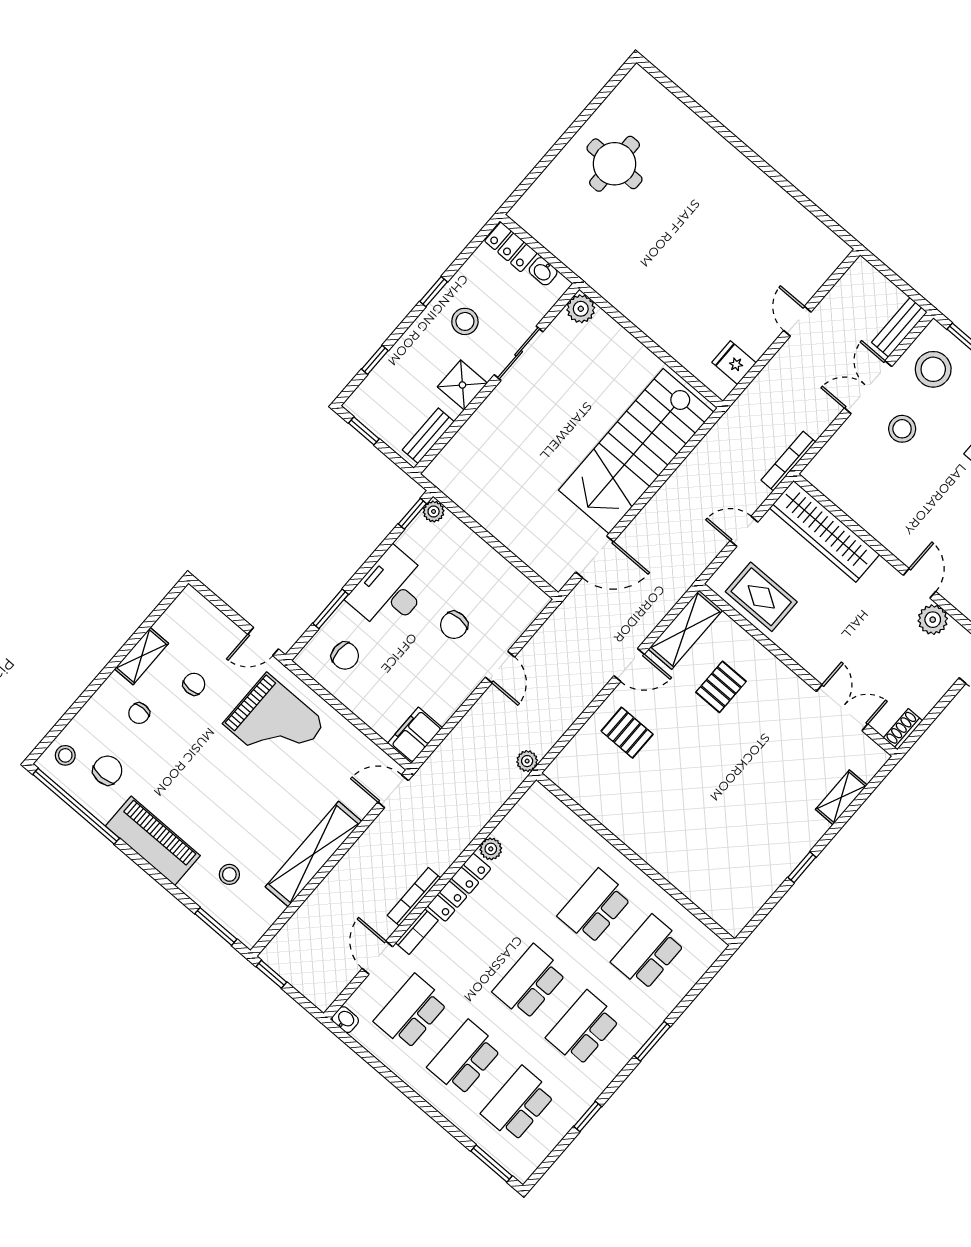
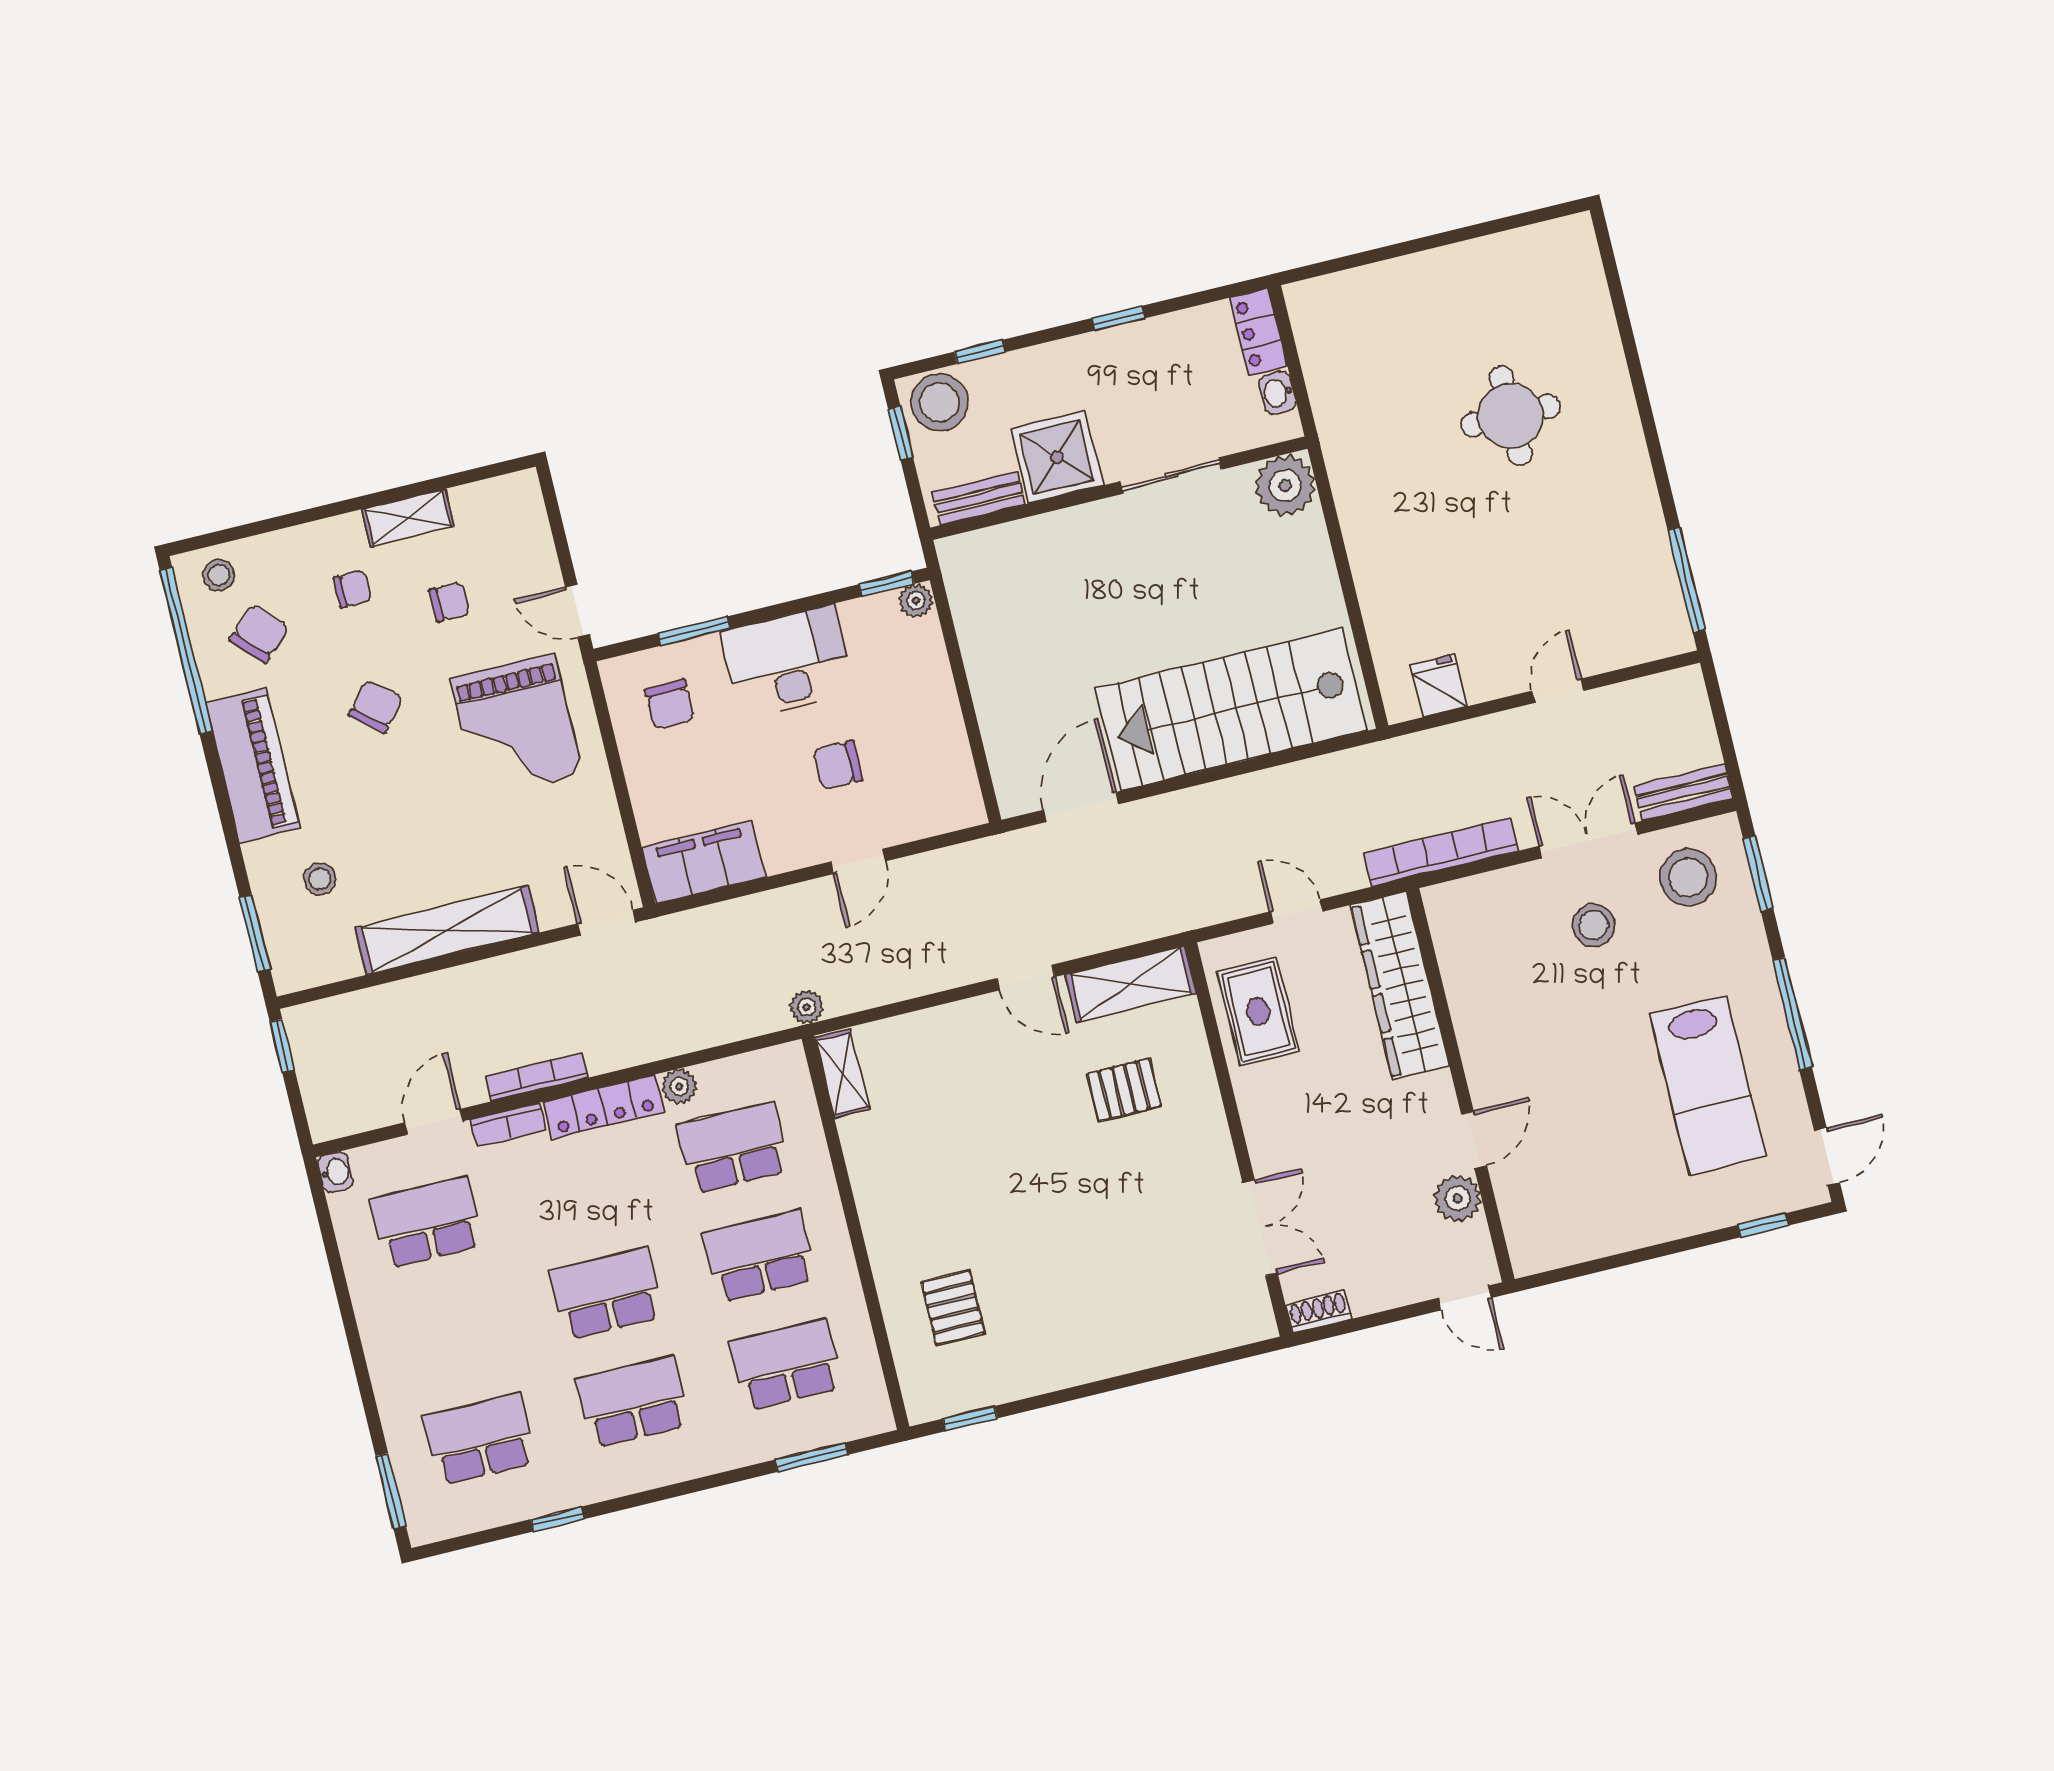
round table: (615, 164) -> (1511, 416), moved
window: (823, 217) -> (1686, 580), added
plant: (581, 309) -> (1285, 485), width x1.36, depth x1.36
stool: (465, 321) -> (939, 402), moved, width x1.38, depth x1.38
shower: (462, 385) -> (1057, 457), width x1.36, depth x1.36
bookcase: (788, 461) -> (1441, 852), width x1.48, depth x1.31
door: (595, 557) -> (1081, 807), swing flipped
chair: (139, 713) -> (352, 589), turned 180
pallet: (627, 733) -> (953, 1307), moved
filing cabinet: (415, 735) -> (703, 862), width x1.50, depth x1.17
chair: (194, 765) -> (376, 706), added
chair: (108, 770) -> (259, 633), turned -43
shelving: (841, 797) -> (842, 1074), moved, turned 90
window: (802, 867) -> (970, 1419), moved
window: (652, 1041) -> (811, 1457), moved
school desk: (465, 1058) -> (733, 1148), moved

